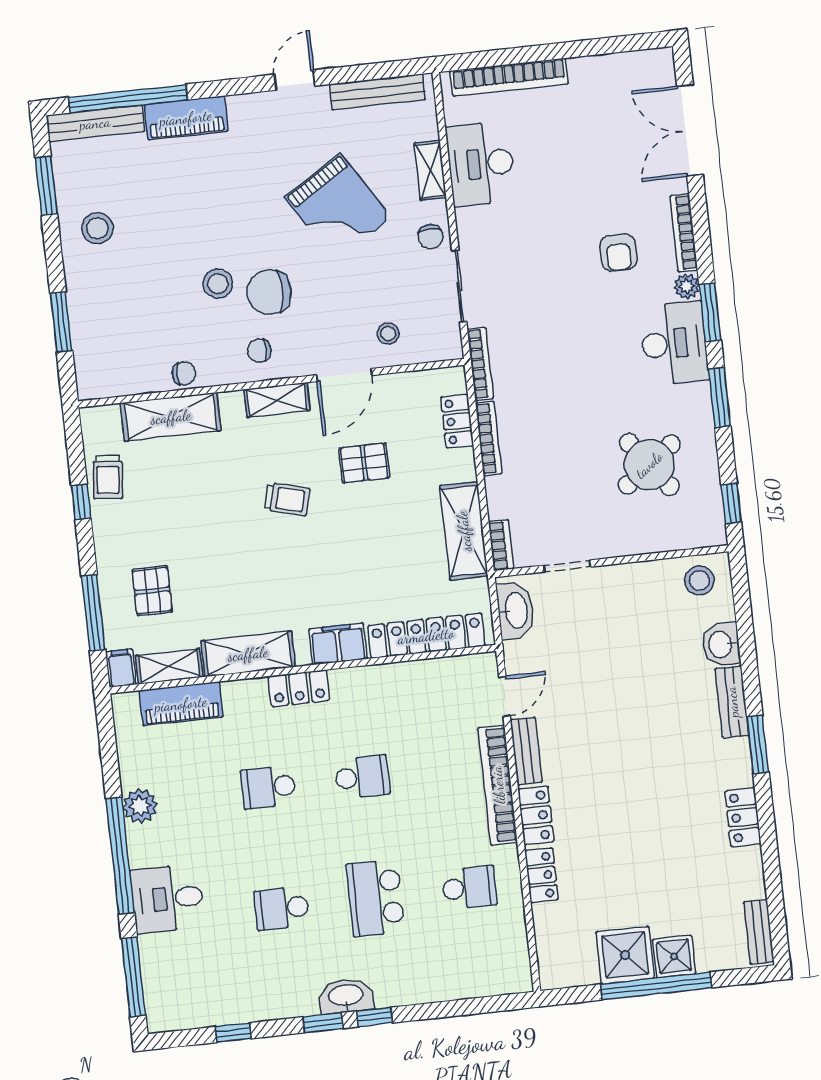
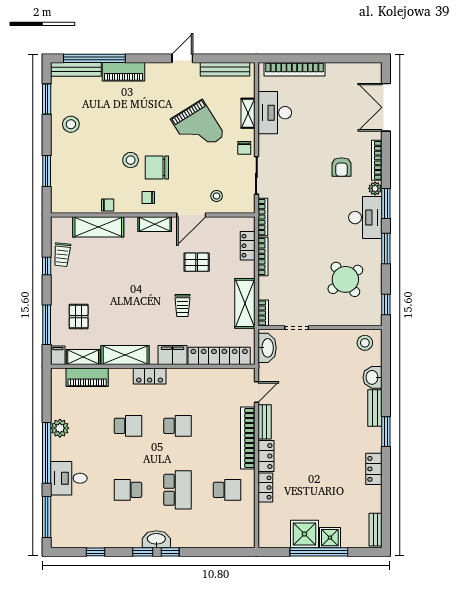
trolley: (287, 499) -> (182, 305), moved, turned 75
school desk: (268, 787) -> (128, 426), turned 180
school desk: (376, 898) -> (177, 490), turned 180

